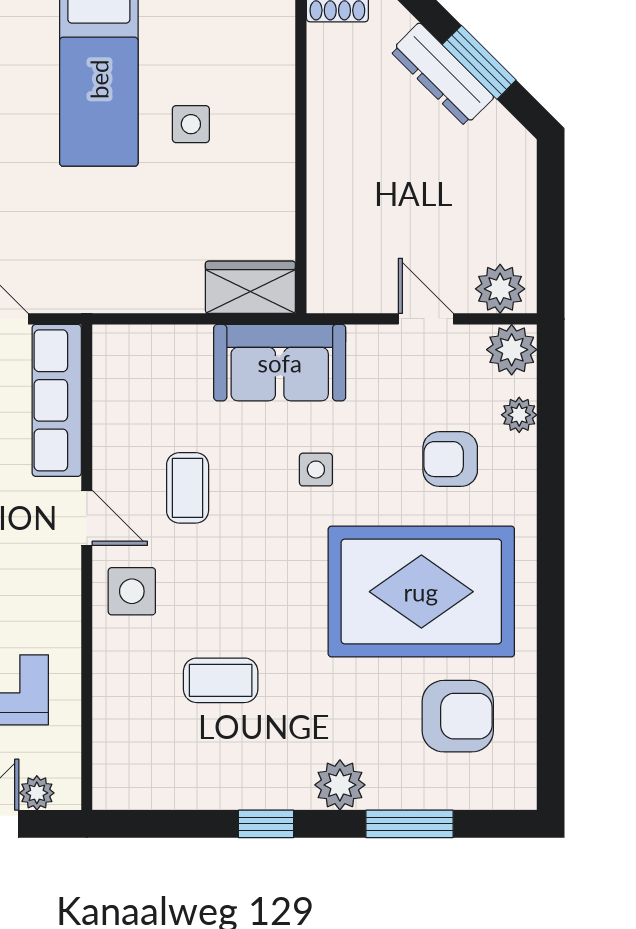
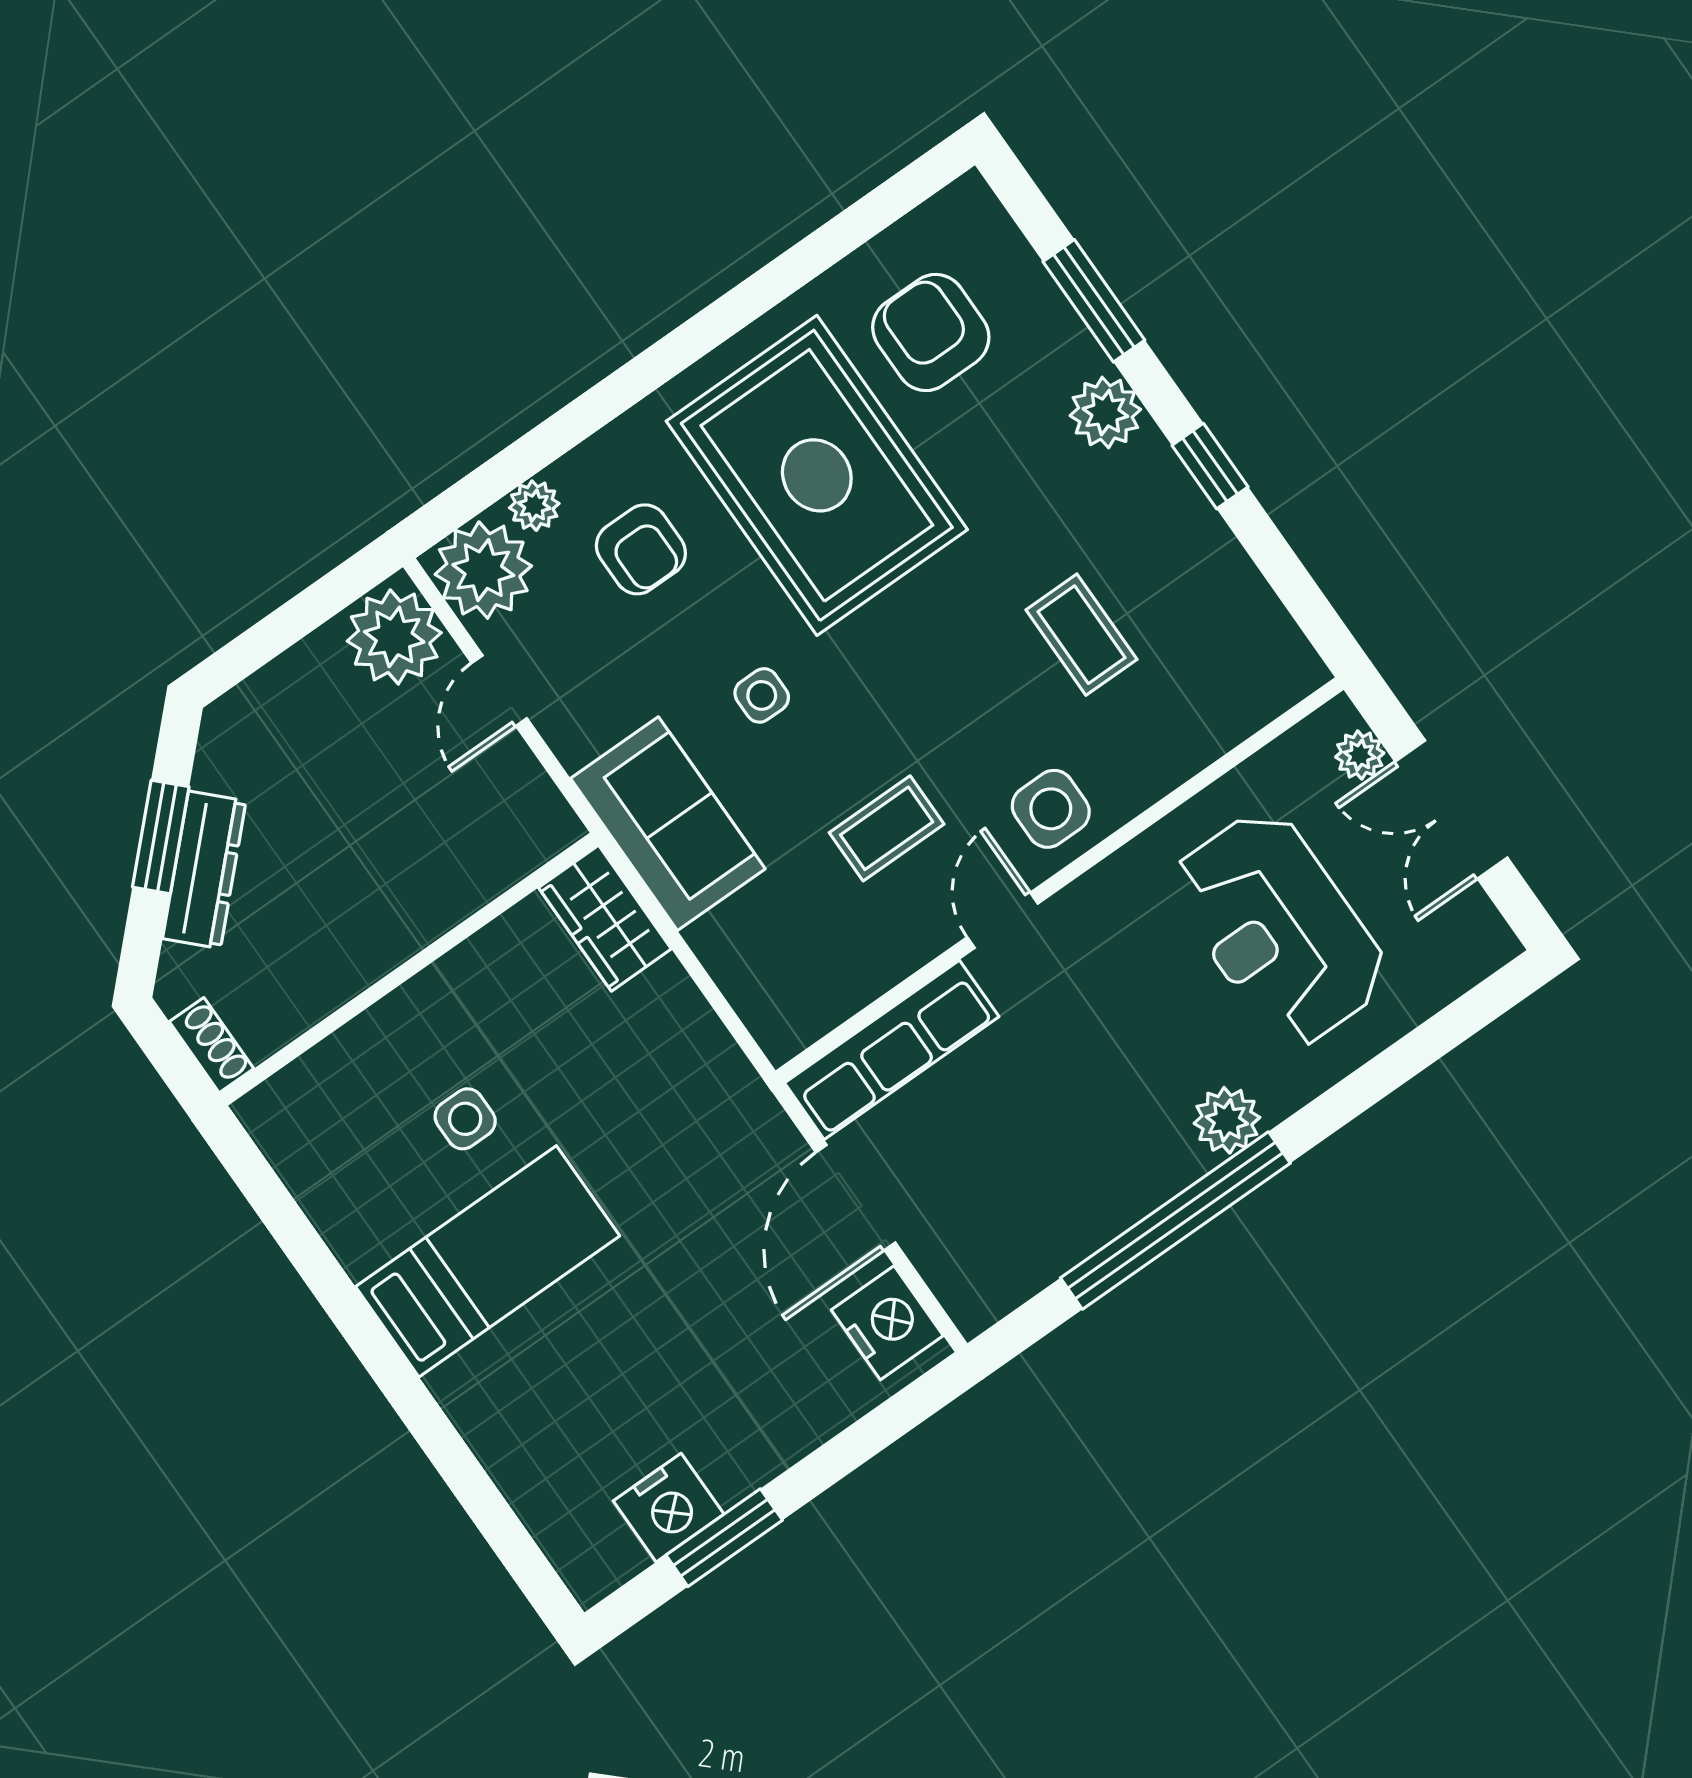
plant: (500, 289) -> (394, 637), width x1.36, depth x1.36
plant: (512, 350) -> (483, 570), width x1.36, depth x1.36

